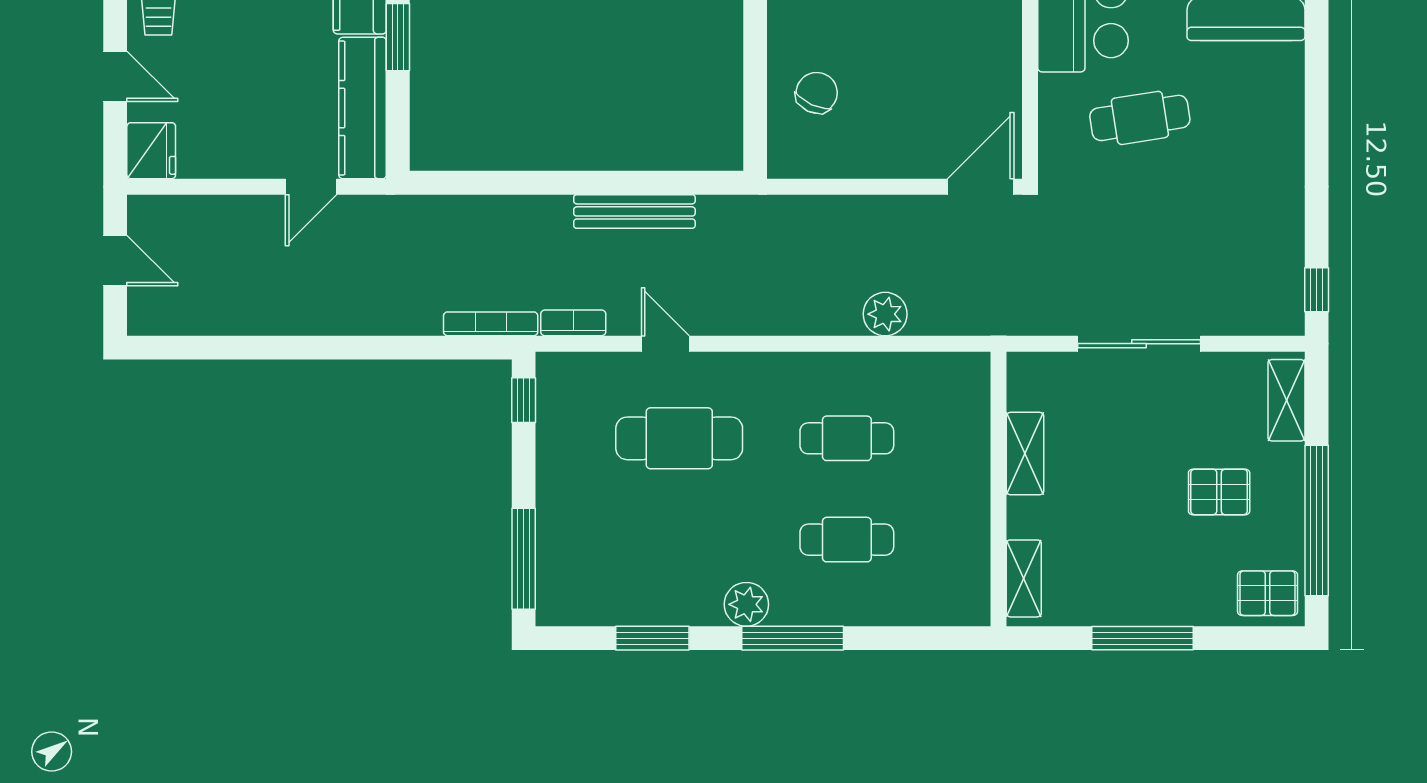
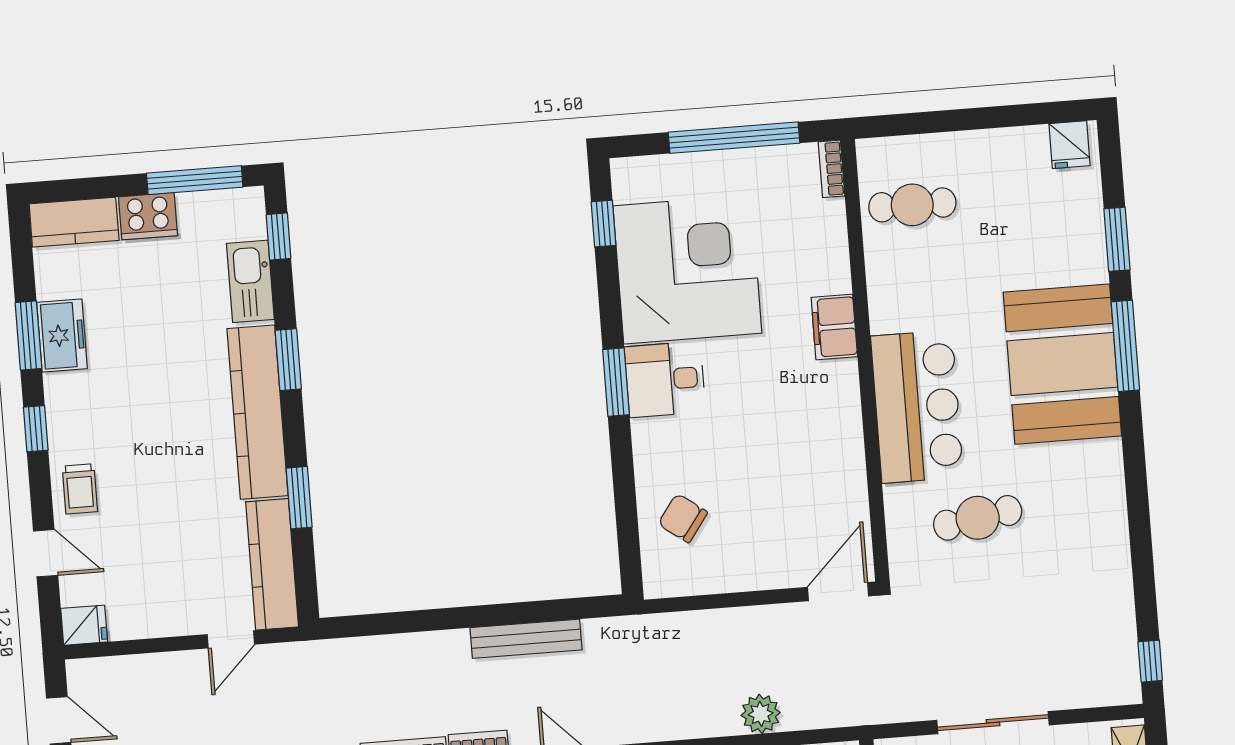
chair: (817, 93) -> (683, 518), turned -79
fridge: (151, 151) -> (84, 625), width x0.72

